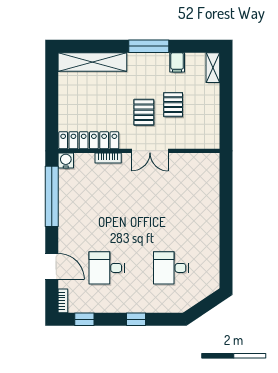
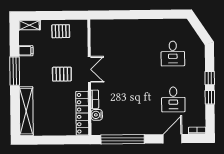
pallet: (173, 105) -> (61, 31), moved
water cooler: (66, 161) -> (97, 115), moved
window: (84, 319) -> (210, 97), moved

